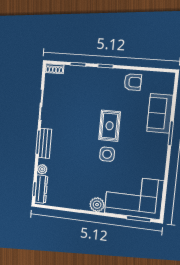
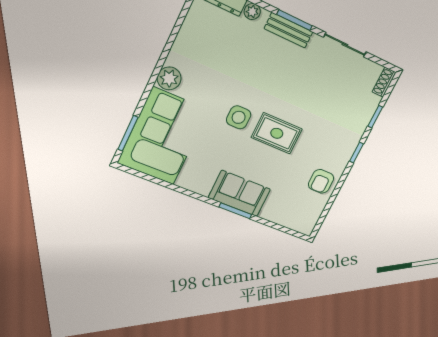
sofa: (160, 113) -> (239, 193), moved

